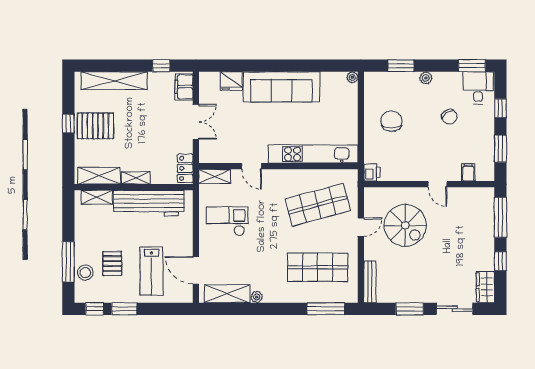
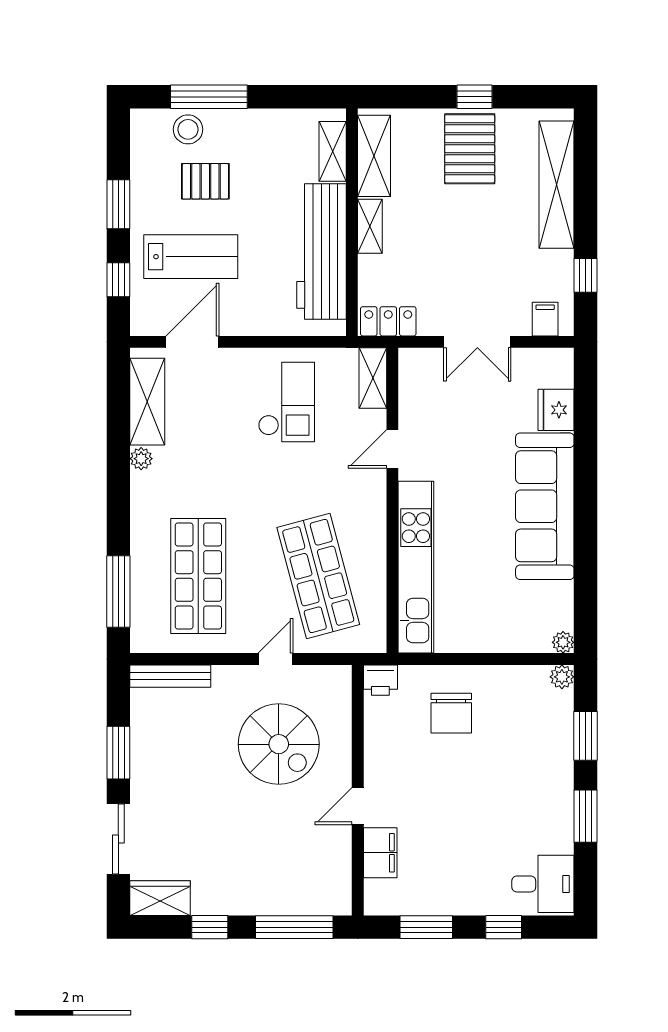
window: (472, 66) -> (586, 816), moved
plant: (426, 78) -> (562, 677), moved
filing cabinet: (184, 87) -> (545, 319), width x0.50
chair: (449, 117) -> (487, 829), removed
chair: (391, 121) -> (451, 713), moved, turned 90
filing cabinet: (468, 173) -> (380, 853), width x2.00
spiral stairs: (405, 225) -> (279, 744), turned -90
door: (361, 227) -> (275, 659), swing flipped
lab bench: (151, 271) -> (191, 257), turned 180
window: (95, 309) -> (118, 280), moved

